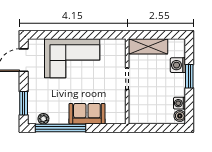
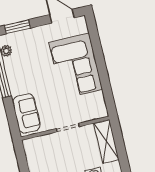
sofa: (87, 114) -> (26, 113), moved

